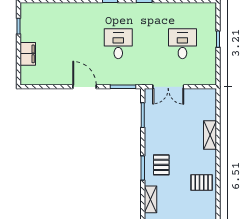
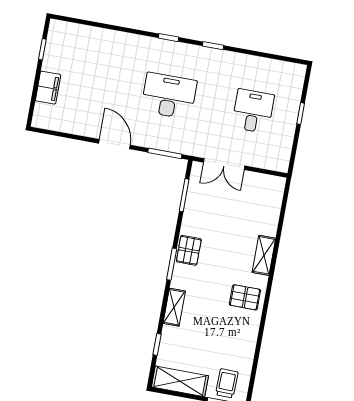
desk: (118, 44) -> (169, 96), width x1.37
shelving: (210, 135) -> (264, 255), moved
pallet: (161, 165) -> (189, 250), moved

